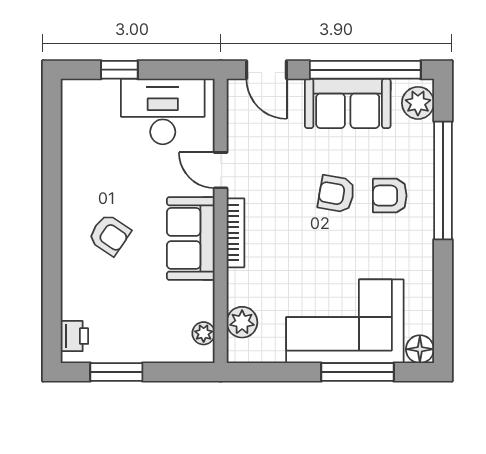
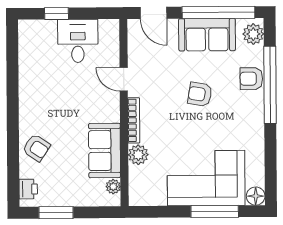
desk: (163, 111) -> (78, 41), width x0.73
armchair: (390, 196) -> (251, 79), moved
armchair: (110, 235) -> (36, 148), moved
sofa: (191, 238) -> (105, 150), moved
plant: (242, 322) -> (138, 155), moved

